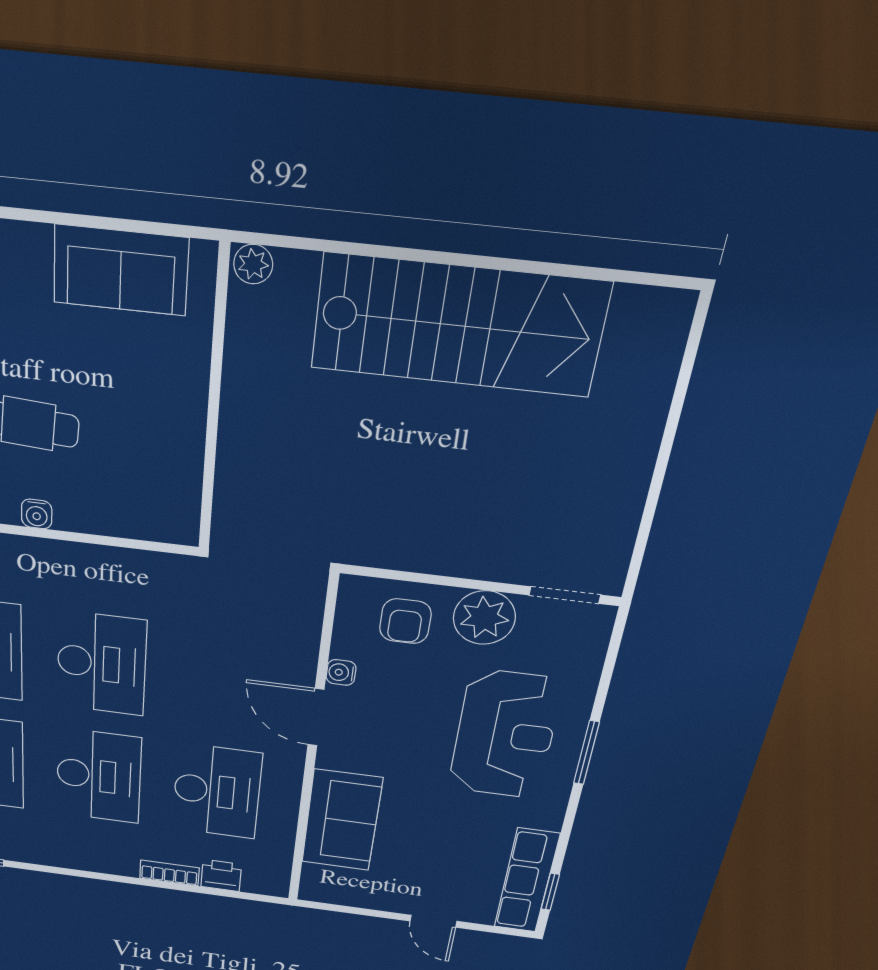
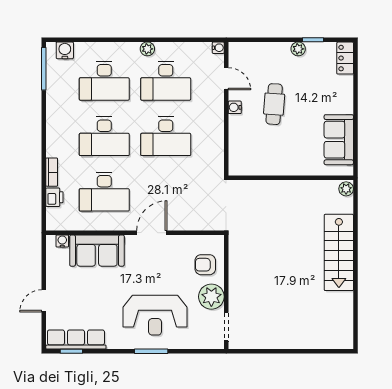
stairs: (458, 326) -> (339, 252), width x0.73, depth x0.66
water cooler: (341, 672) -> (62, 241), moved

